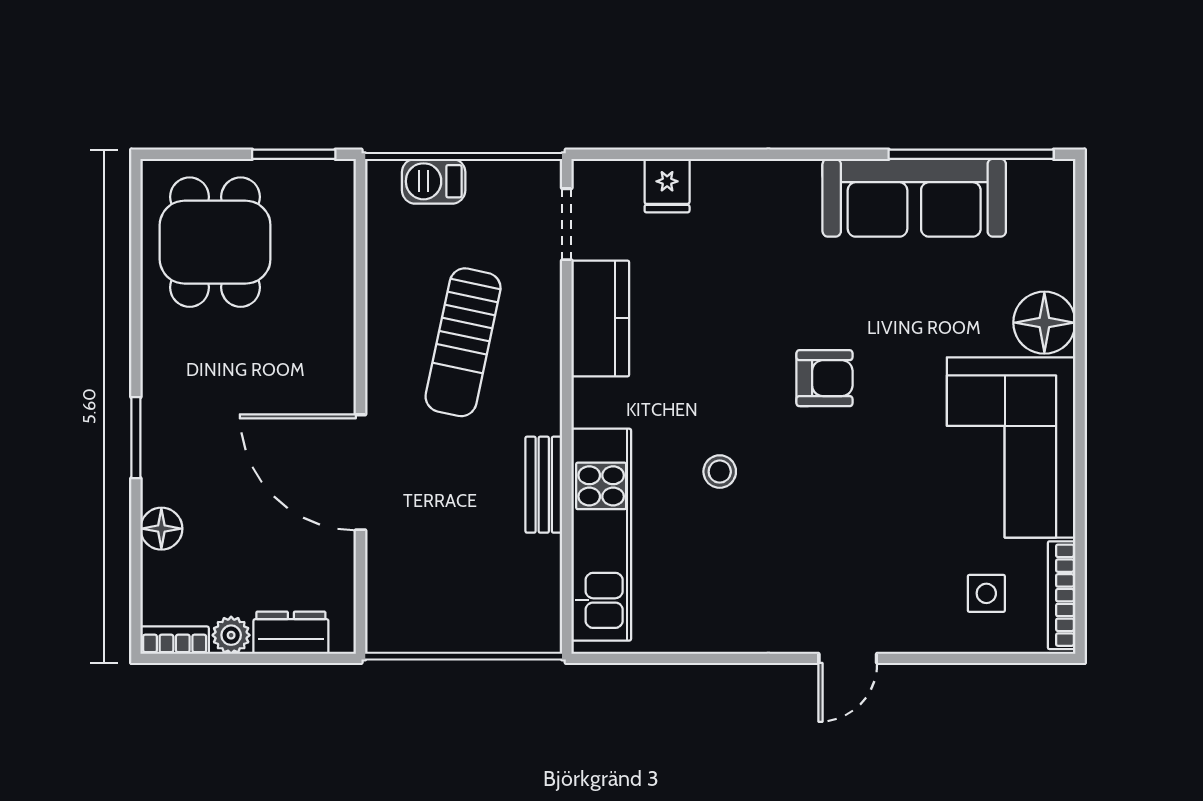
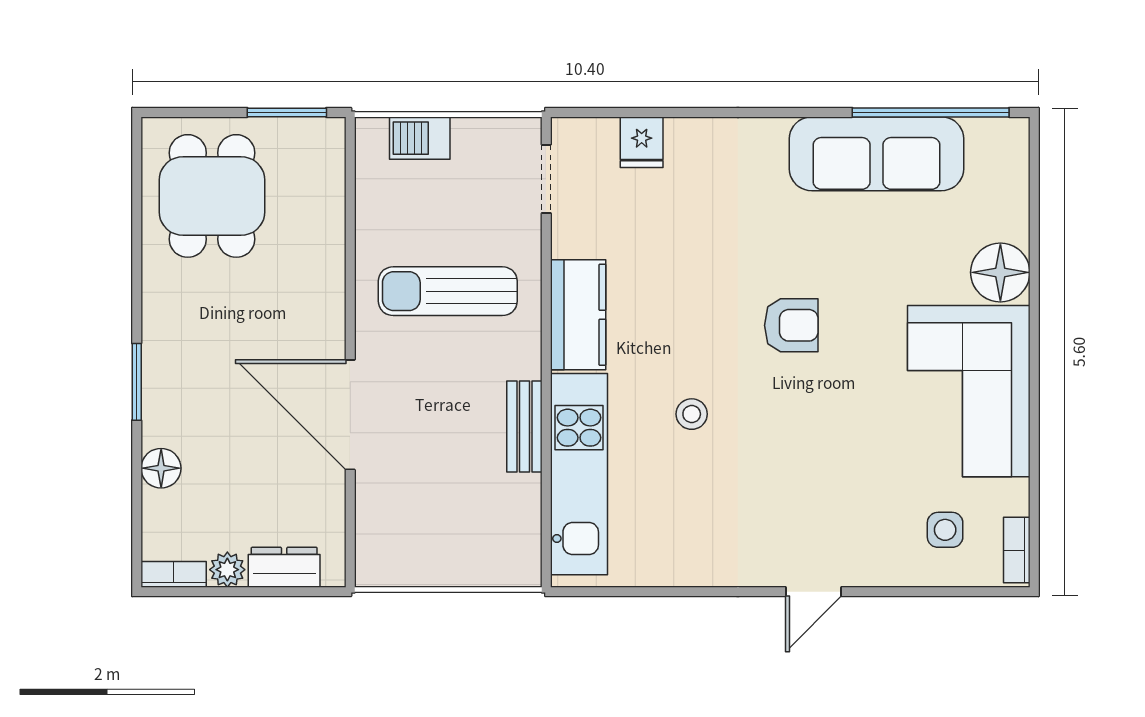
kitchen counter: (600, 318) -> (578, 315), moved
sun lounger: (463, 342) -> (448, 291), turned 78
bookcase: (1062, 595) -> (1017, 550), width x0.64

